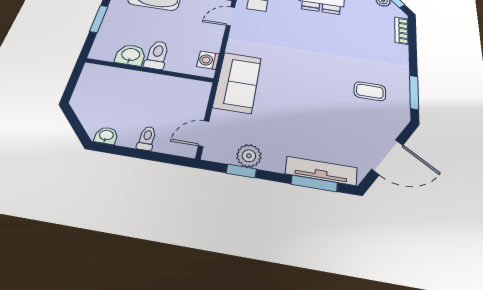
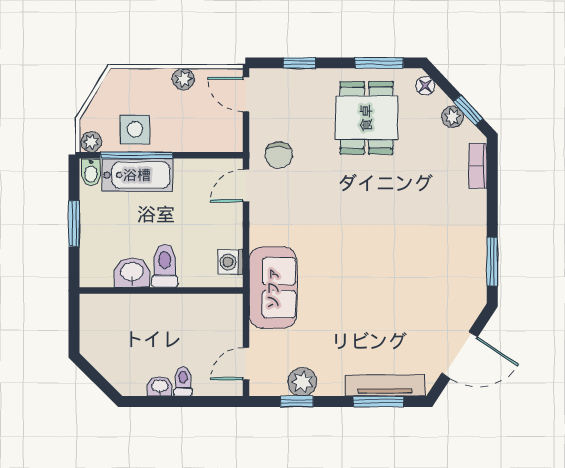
coffee table: (370, 91) -> (437, 270), removed
washbasin: (106, 136) -> (160, 386), moved

